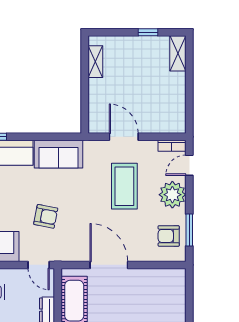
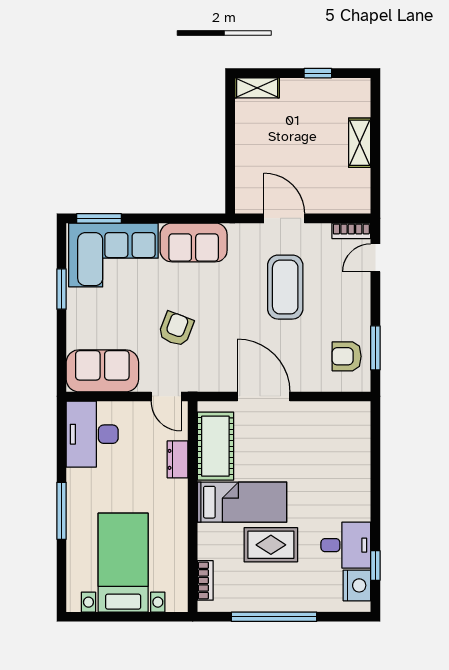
shelving: (178, 53) -> (360, 143), moved
shelving: (95, 62) -> (257, 88), moved, turned 90
plant: (172, 195) -> (352, 299), removed
armchair: (46, 216) -> (176, 329), turned -80

